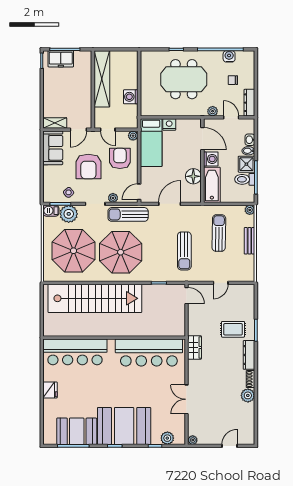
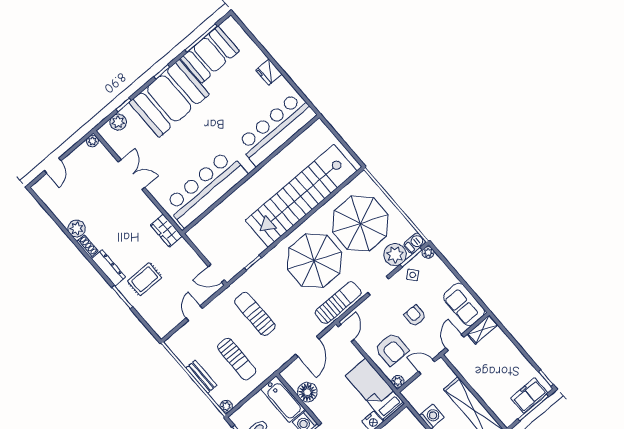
armchair: (88, 166) -> (415, 316), width x0.53, depth x0.53
plant: (113, 198) -> (428, 253), moved

